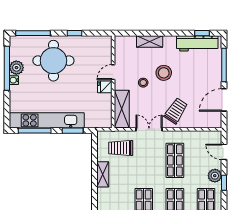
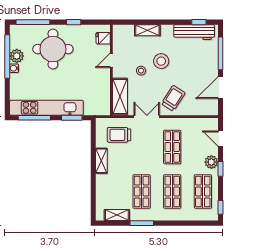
fridge: (105, 87) -> (103, 38), moved

